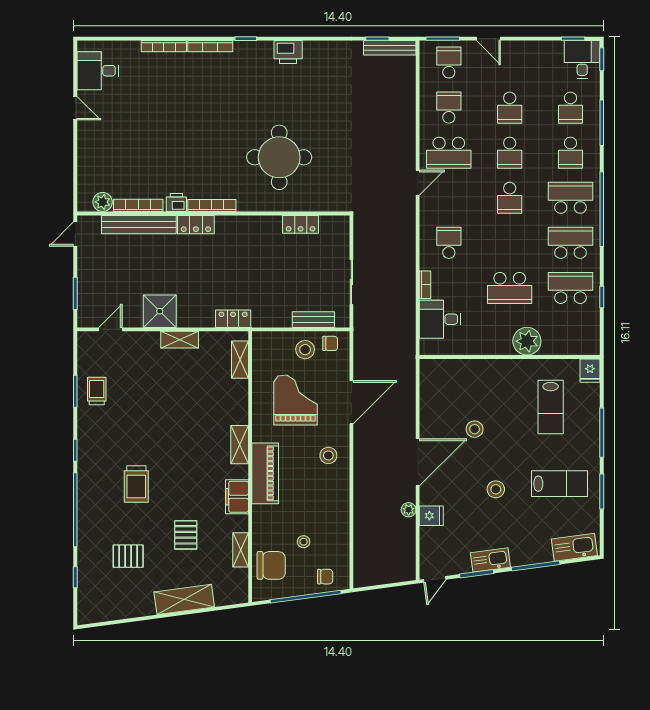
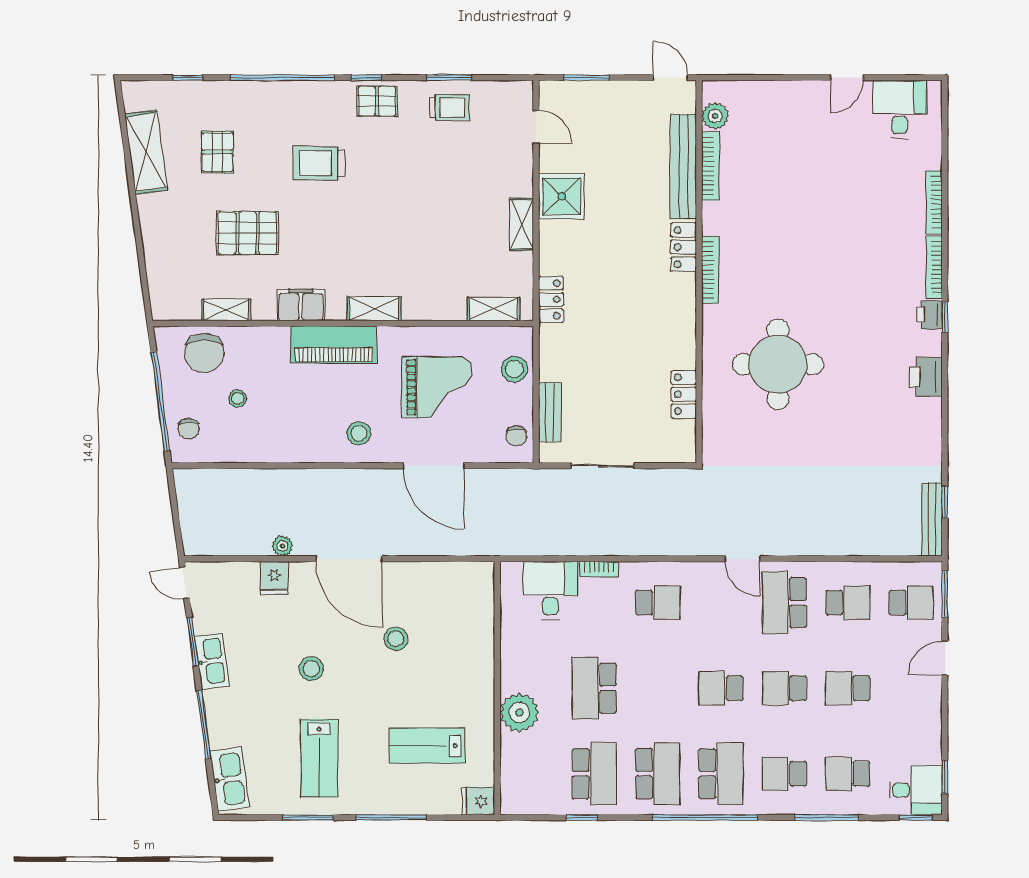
printer: (176, 202) -> (929, 315), moved, turned 180
stool: (305, 350) -> (515, 369), moved
pallet: (92, 443) -> (377, 101), added
pallet: (186, 535) -> (247, 233), width x1.50, depth x1.42
shelving: (184, 599) -> (146, 152), moved

